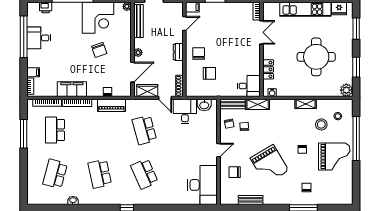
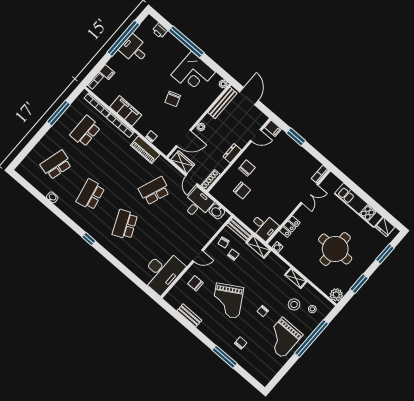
school desk: (144, 130) -> (154, 191), turned 36
grand piano: (334, 156) -> (283, 338), turned 90

